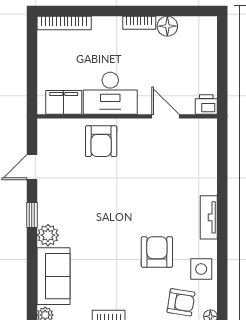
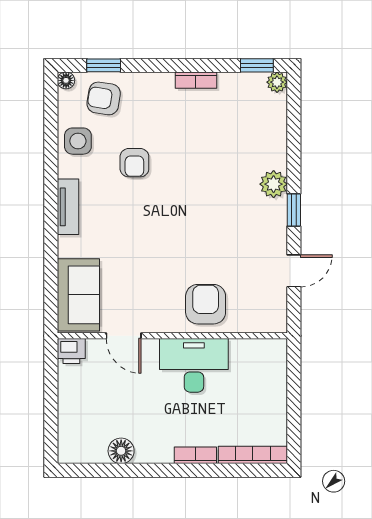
bookcase: (139, 23) -> (195, 455), moved
filing cabinet: (64, 102) -> (253, 354), removed
armchair: (157, 252) -> (134, 163), width x0.72, depth x0.72
sofa: (53, 276) -> (78, 295), moved, turned 180

